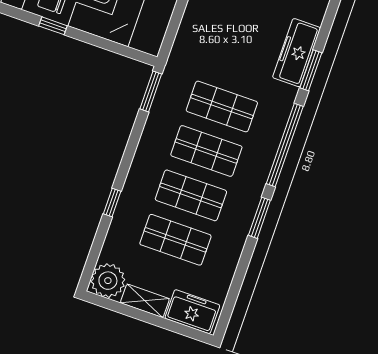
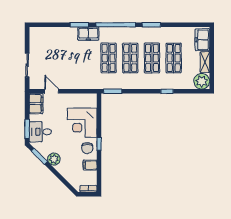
freezer: (297, 53) -> (88, 34), moved, width x0.71

